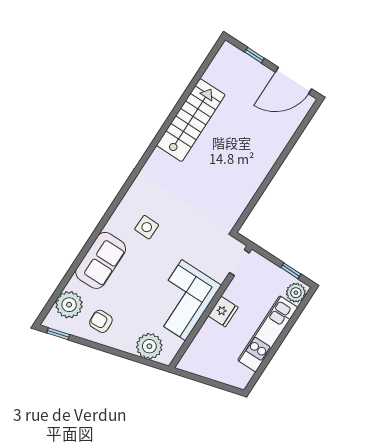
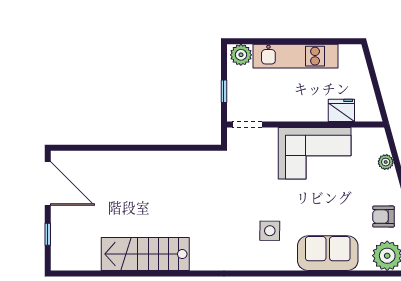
window: (291, 271) -> (224, 91), moved
fridge: (223, 312) -> (341, 110), moved
armchair: (101, 321) -> (383, 217), turned 92
plant: (149, 346) -> (386, 162), width x0.53, depth x0.53

